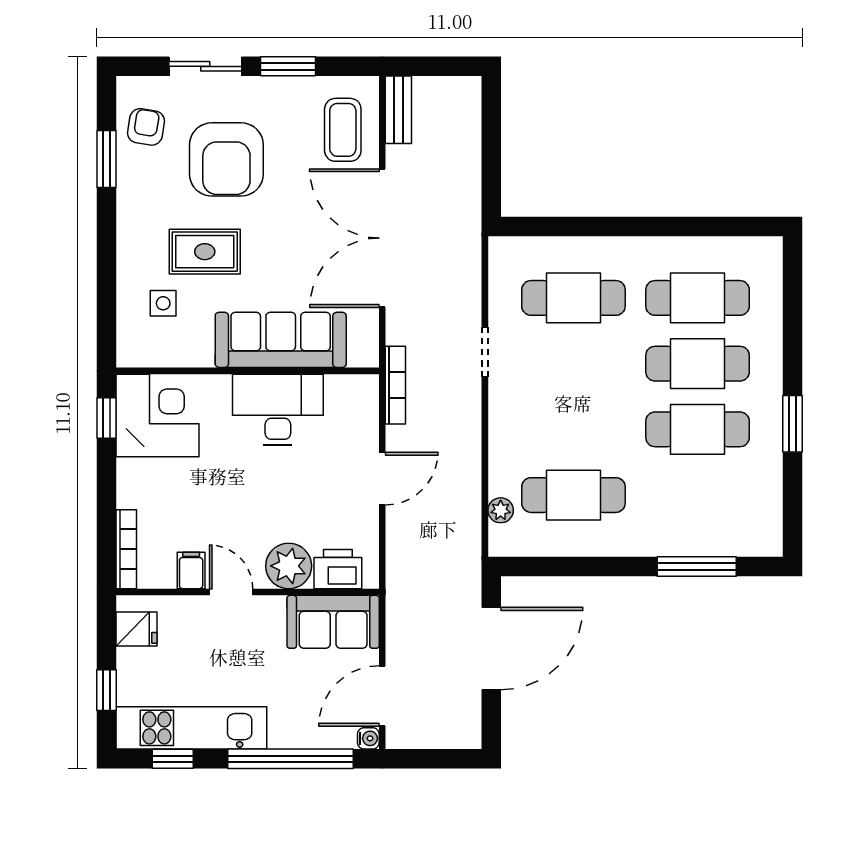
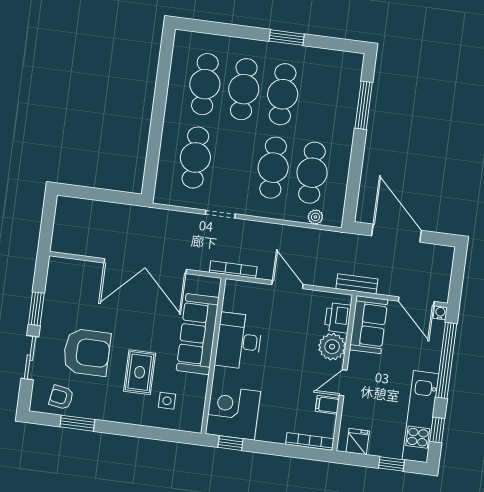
bench: (398, 110) -> (357, 284), moved
coffee table: (343, 130) -> (78, 281), removed
cafe table: (573, 429) -> (273, 168), added

